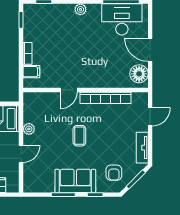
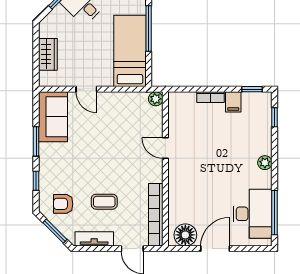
filing cabinet: (31, 72) -> (233, 102), moved
bookcase: (105, 98) -> (156, 215), moved
plant: (29, 129) -> (156, 99), moved
coffee table: (79, 136) -> (104, 202), moved
sofa: (75, 181) -> (53, 117), moved

